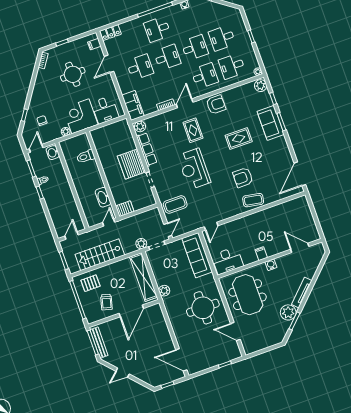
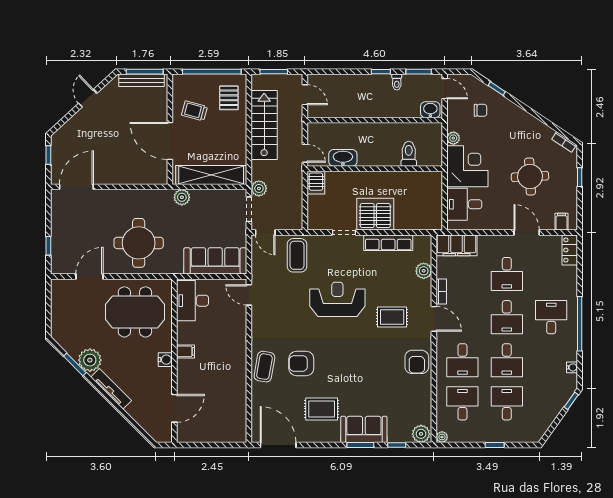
plant: (140, 126) -> (424, 271), moved
rug: (239, 138) -> (322, 409), moved, turned 90
armchair: (243, 177) -> (301, 363), turned -90

